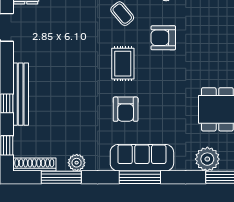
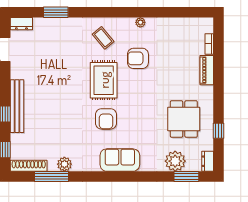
rug: (123, 64) -> (104, 80), width x1.36, depth x1.43
sofa: (142, 158) -> (120, 160), width x0.73
window: (140, 177) -> (118, 177), removed

